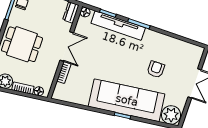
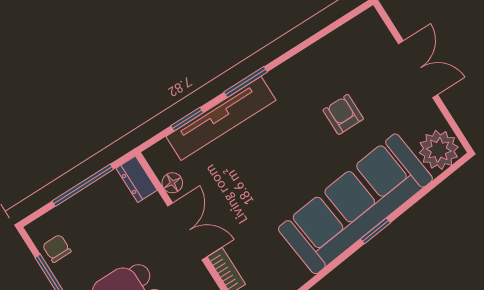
floor lamp: (85, 12) -> (172, 183), moved

